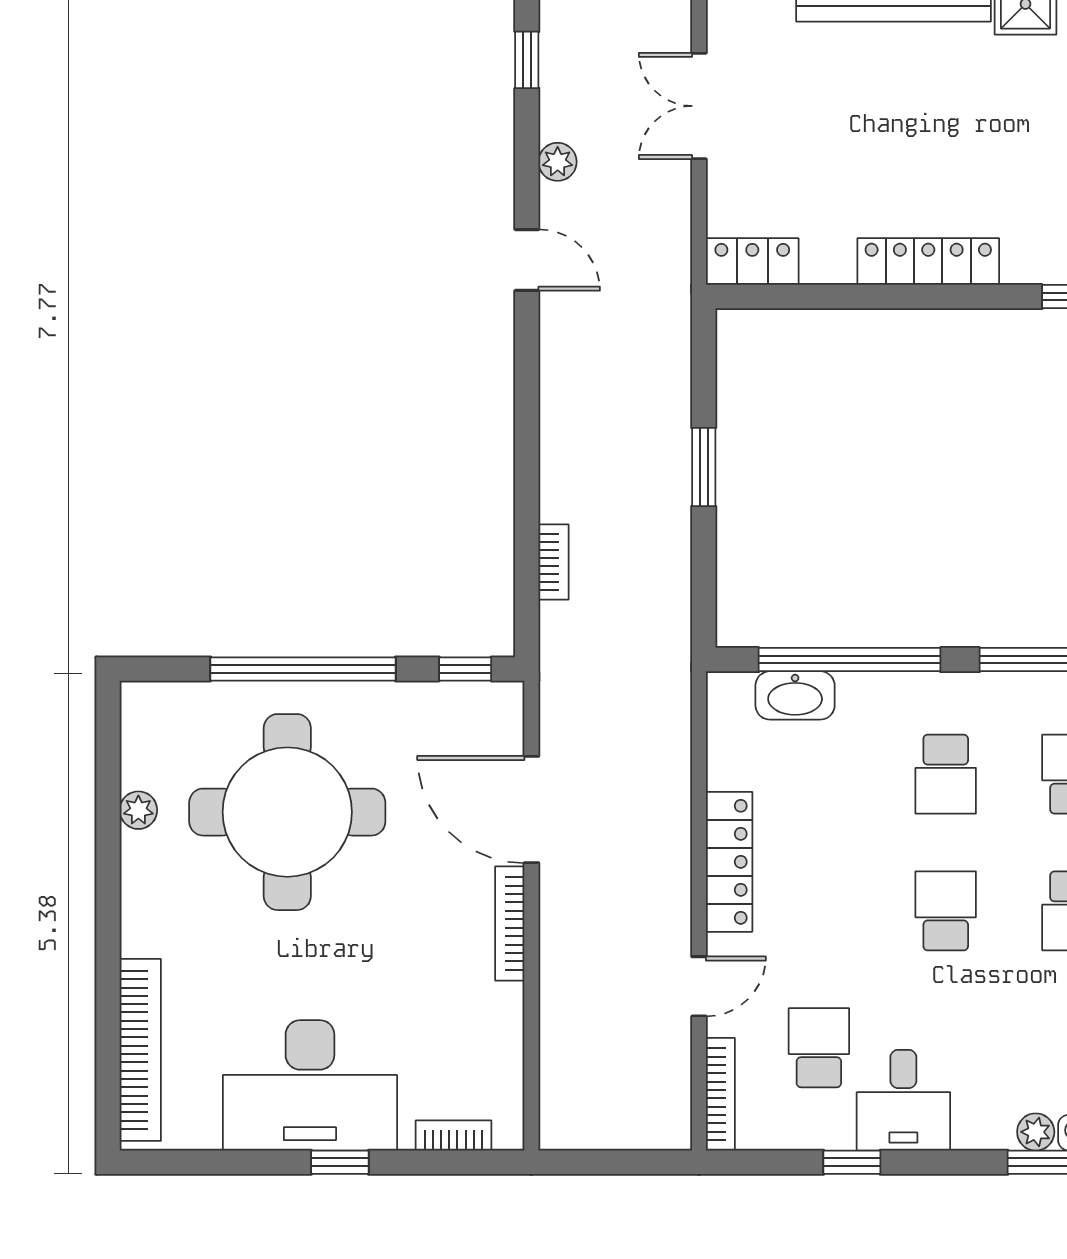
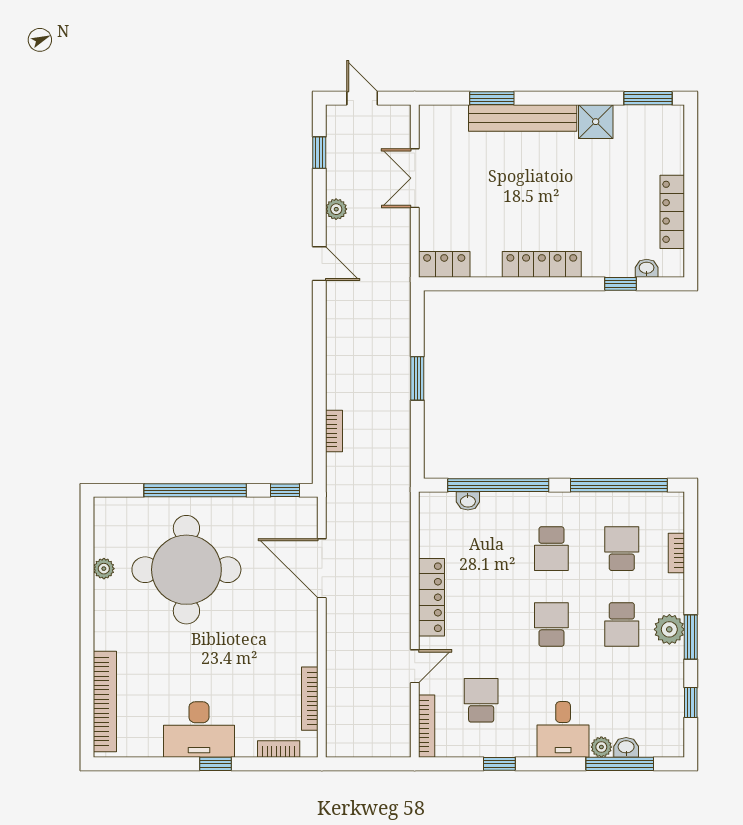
washbasin: (795, 695) -> (468, 501), width x0.52, depth x0.69
bookcase: (510, 923) -> (310, 699), moved
desk: (310, 1085) -> (199, 730), width x0.73, depth x0.77
desk: (903, 1100) -> (563, 729), moved

